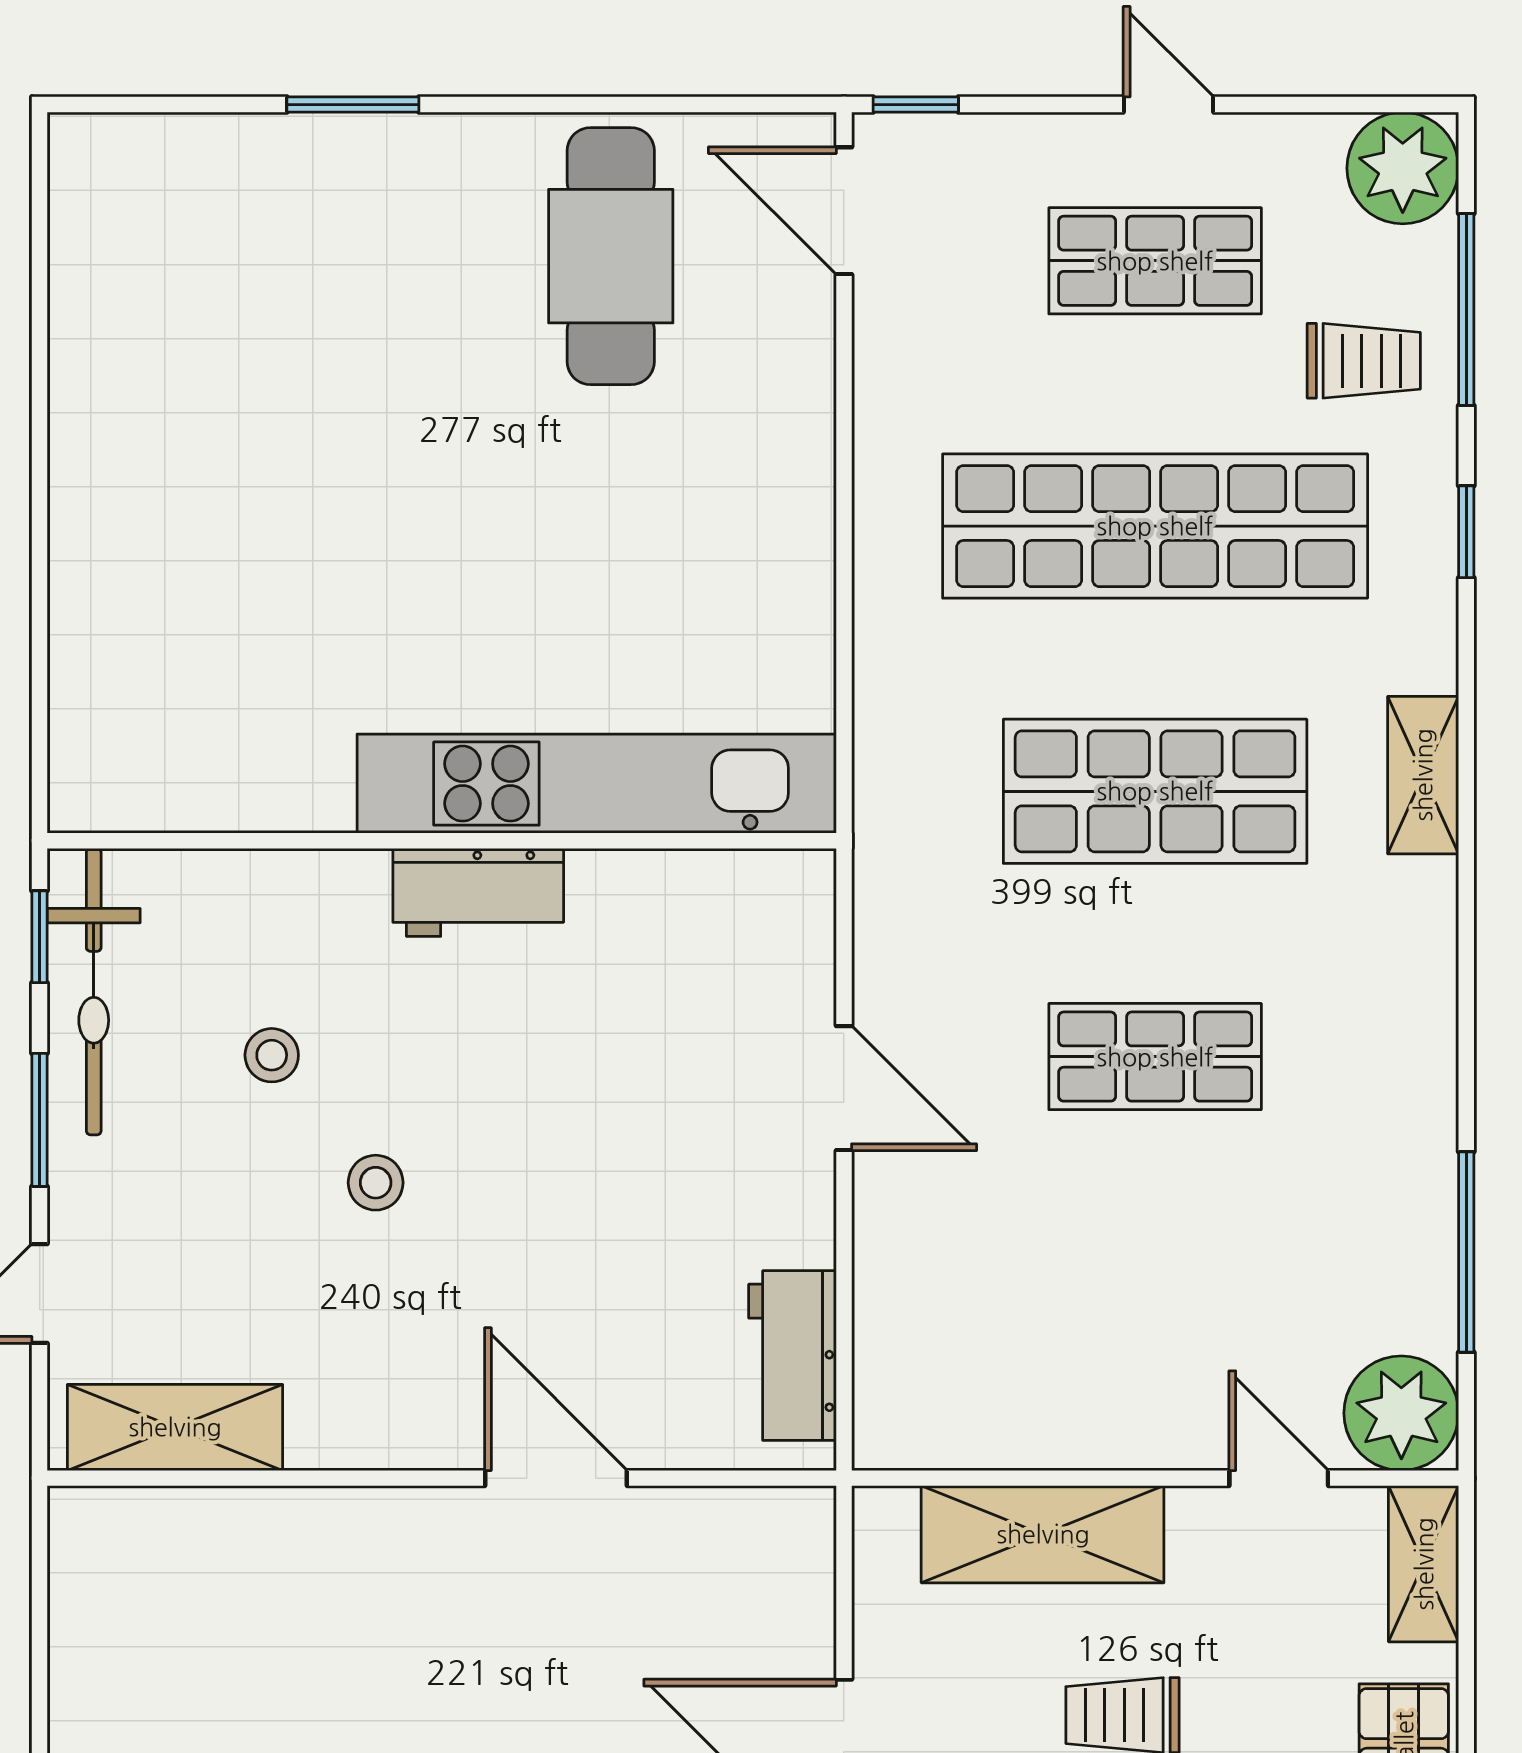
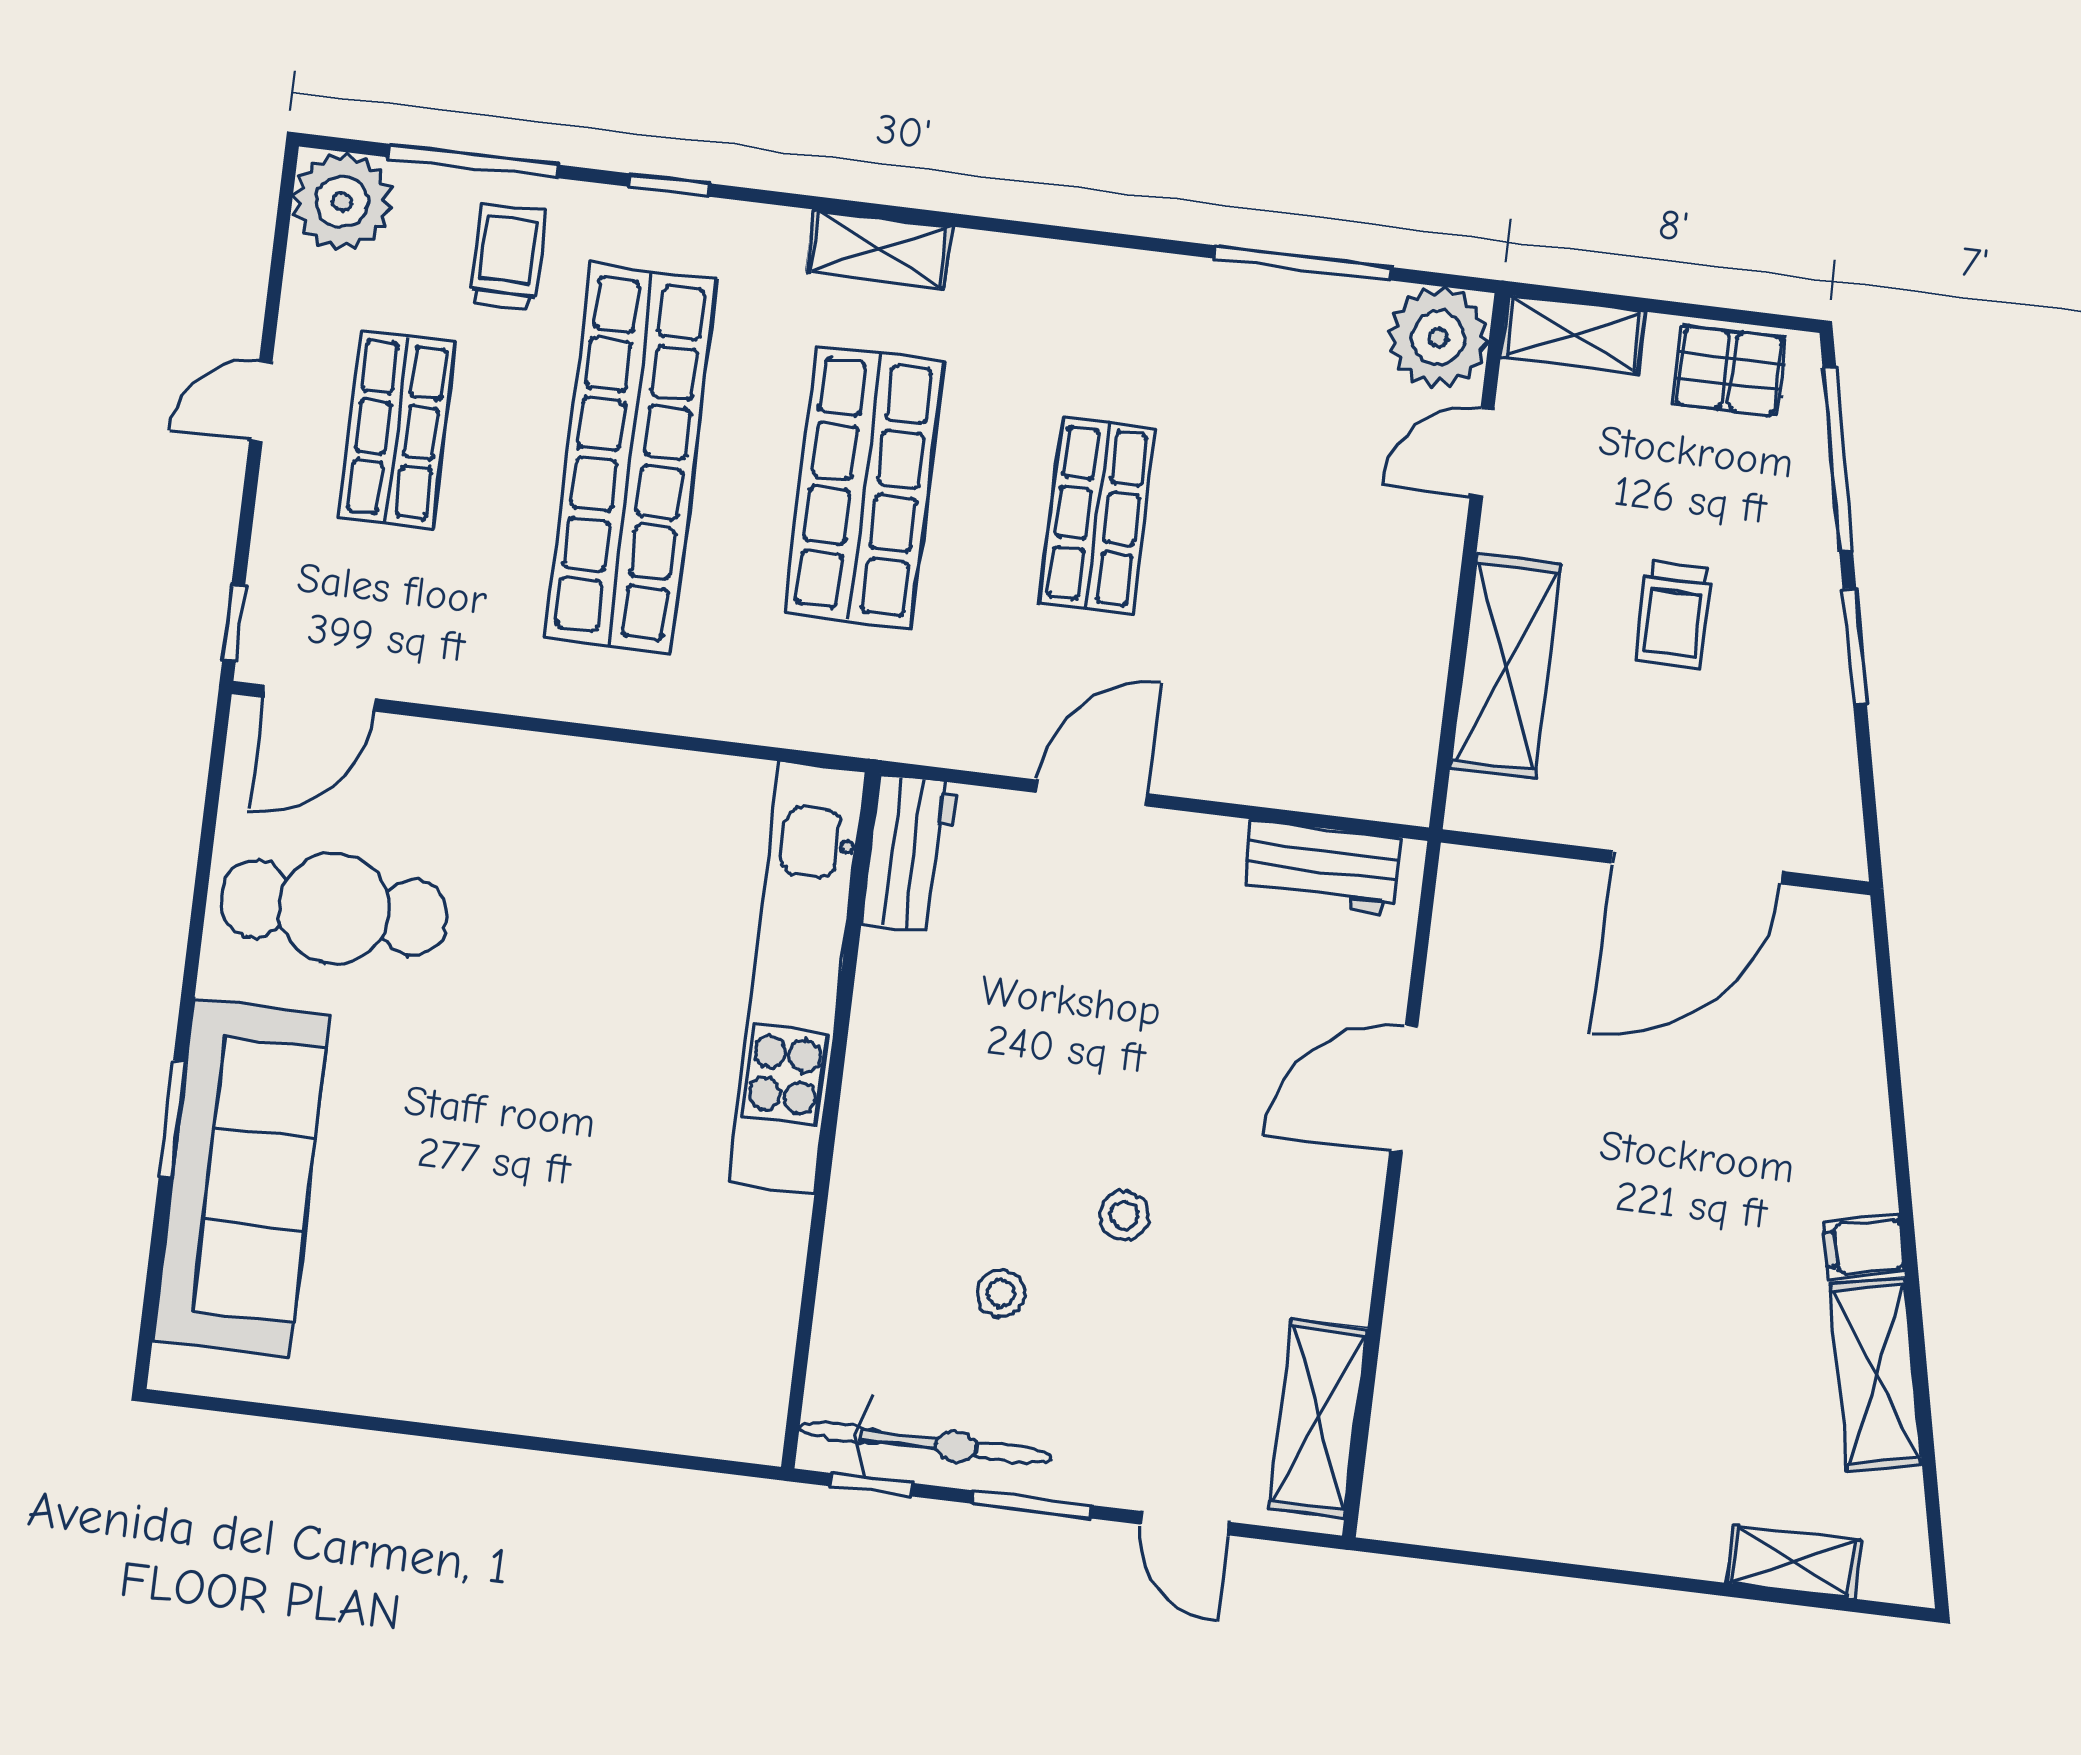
sofa: (297, 190) -> (241, 1178), added
workbench: (478, 892) -> (909, 854), moved

